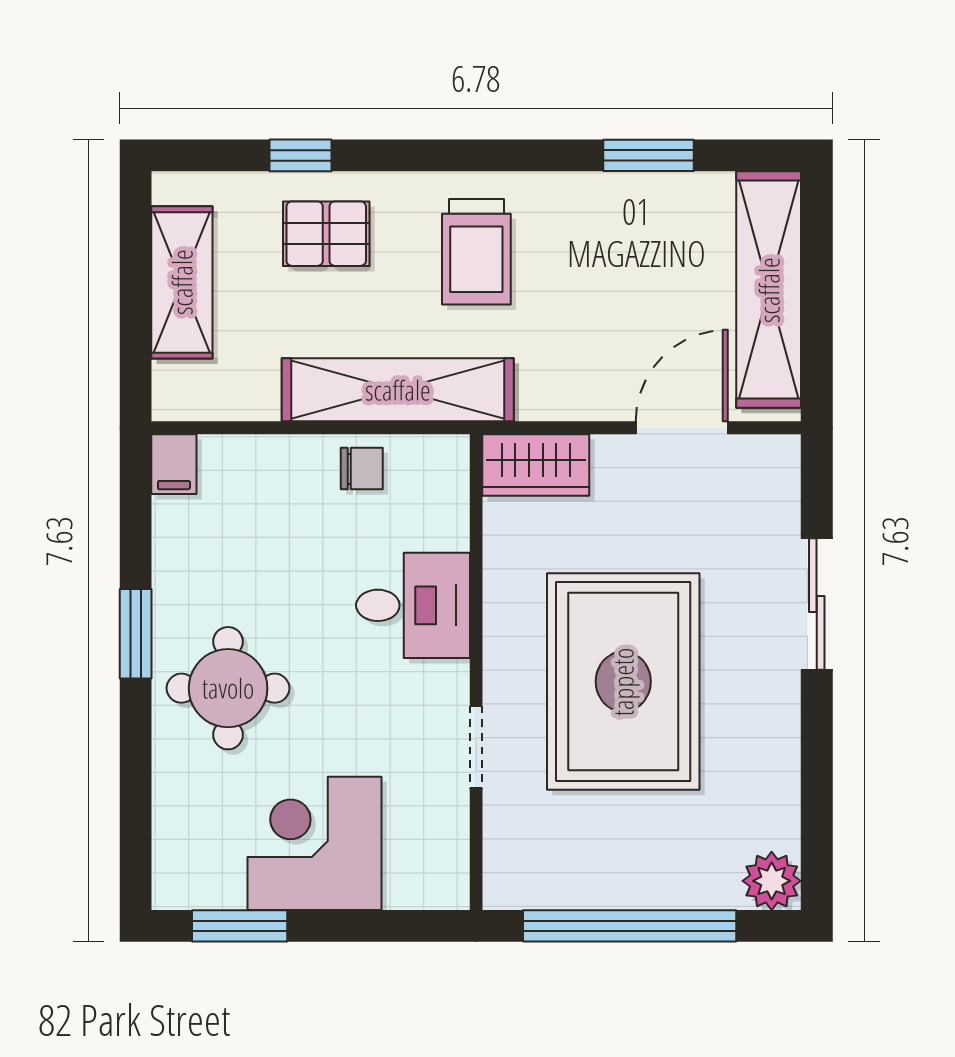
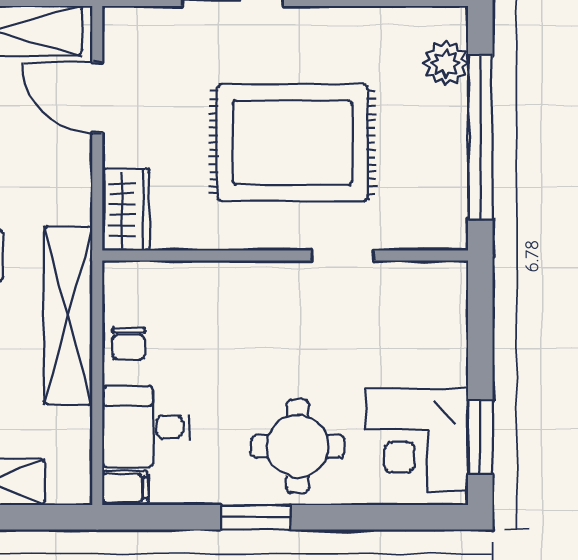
chair: (362, 469) -> (129, 343), turned 180
desk: (413, 605) -> (146, 427), moved, turned -90
corner desk: (314, 843) -> (417, 440), moved
plant: (772, 881) -> (446, 63), moved

